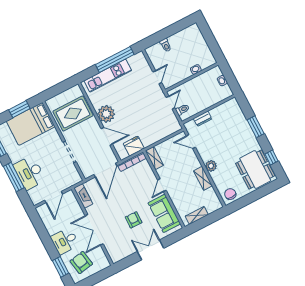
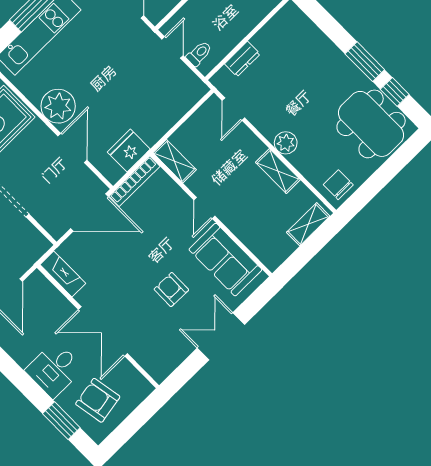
window: (256, 127) -> (365, 62), moved
door: (107, 136) -> (72, 148), hinge flipped
door: (191, 142) -> (233, 109), hinge flipped
door: (105, 170) -> (89, 213), hinge flipped
shelving: (197, 215) -> (308, 224), moved

